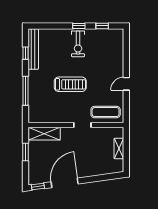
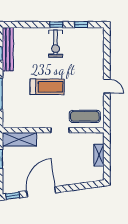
door: (126, 84) -> (107, 86), swing flipped

